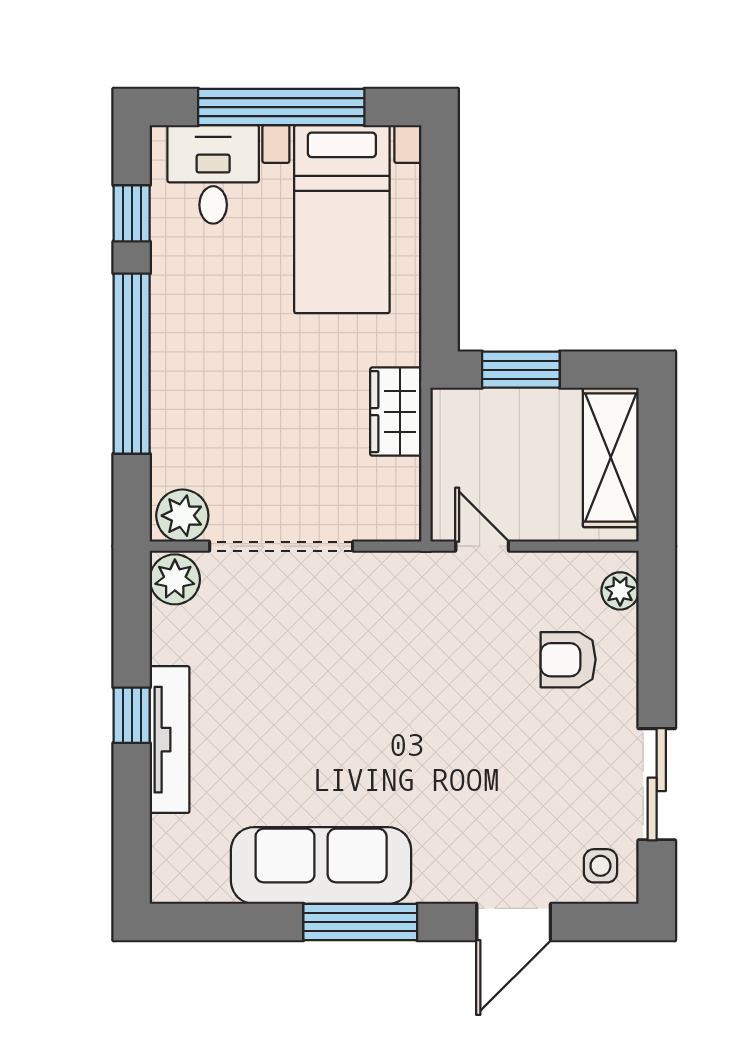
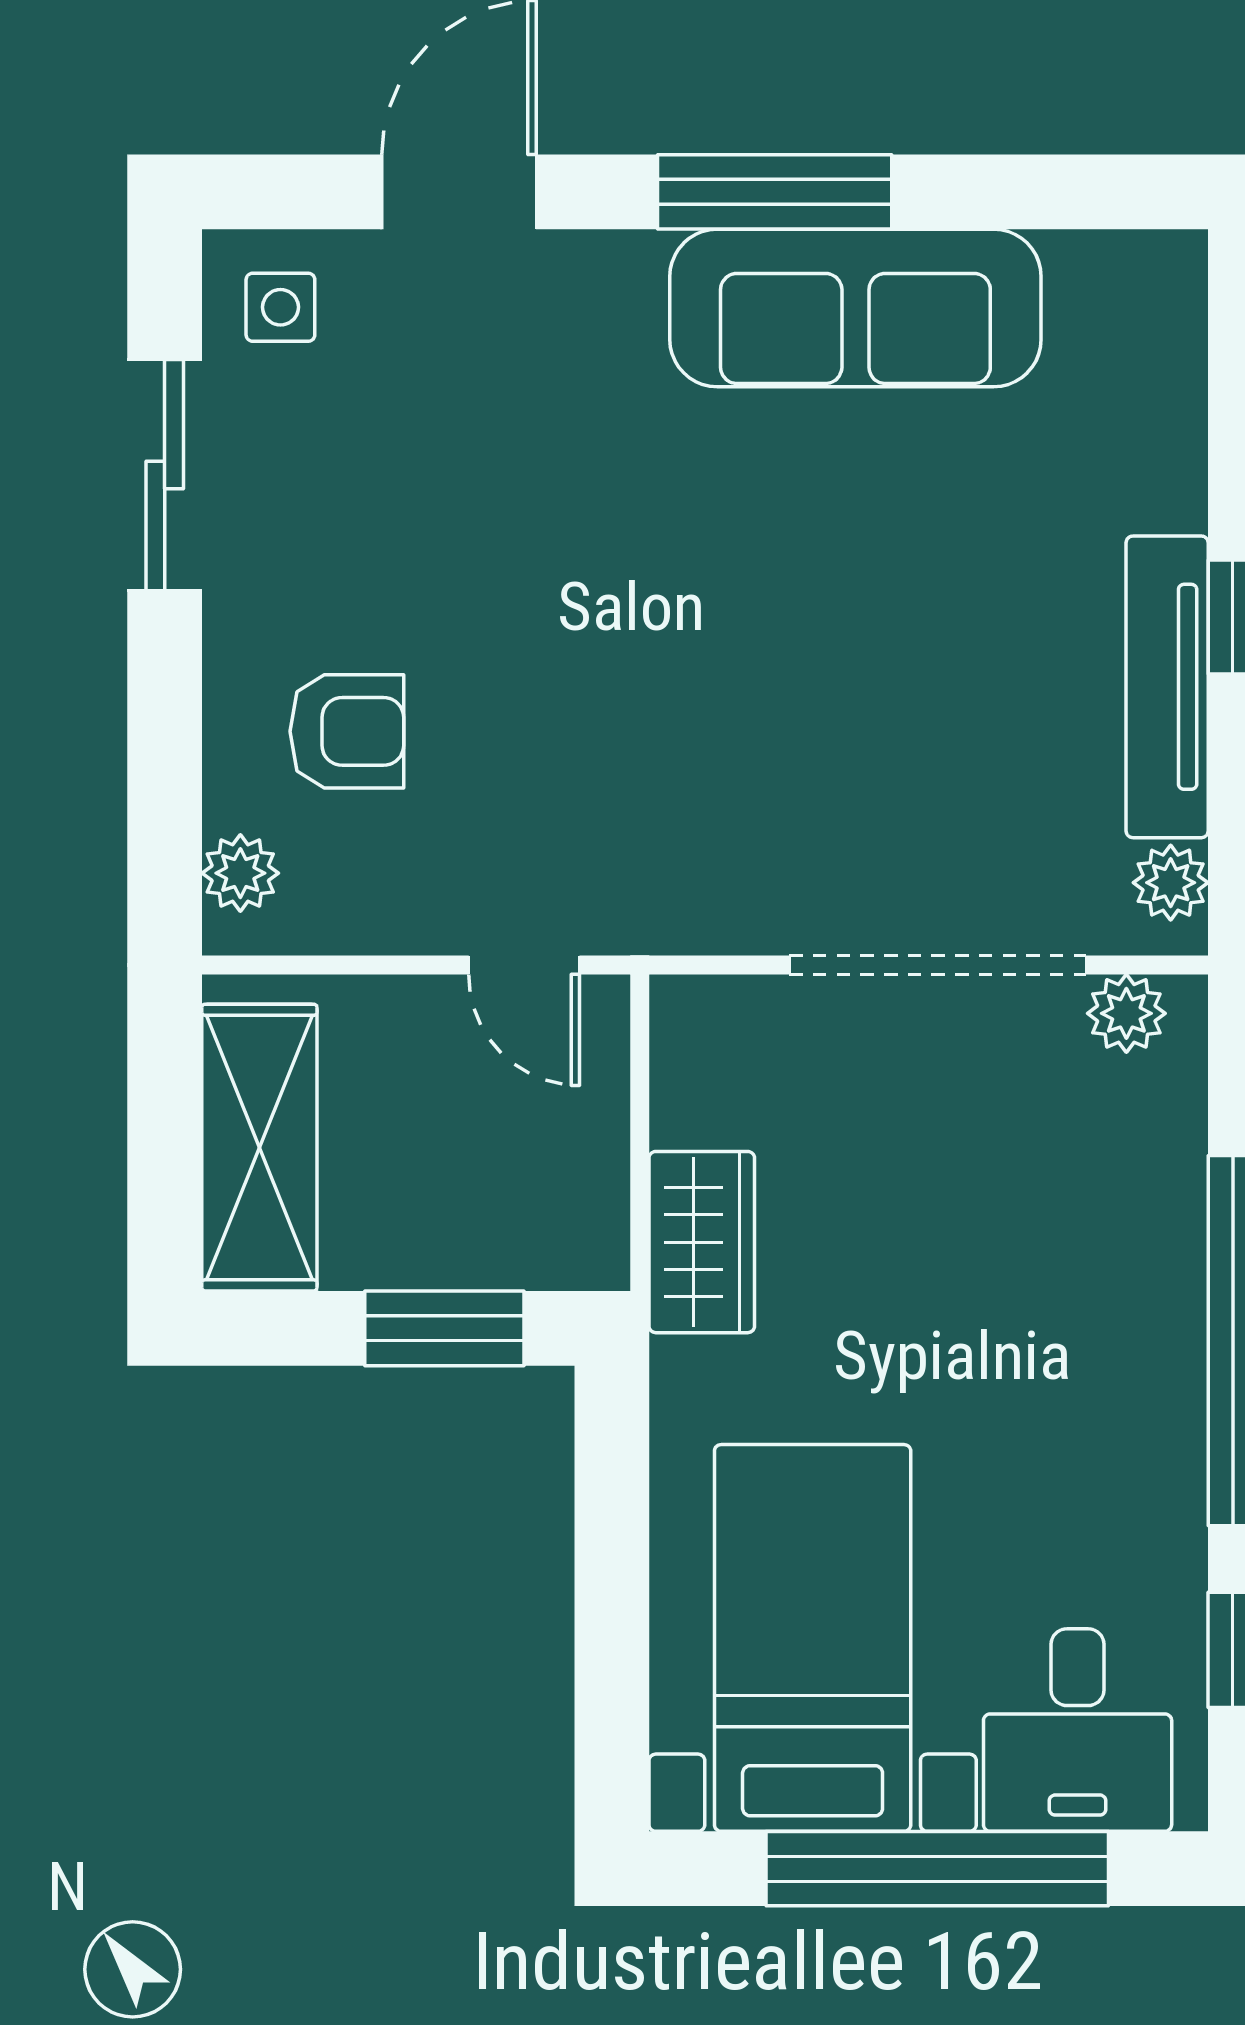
plant: (182, 516) -> (1126, 1013), width x0.73, depth x0.73
plant: (175, 579) -> (1171, 883), width x0.73, depth x0.73
tv unit: (170, 740) -> (1167, 687), moved

